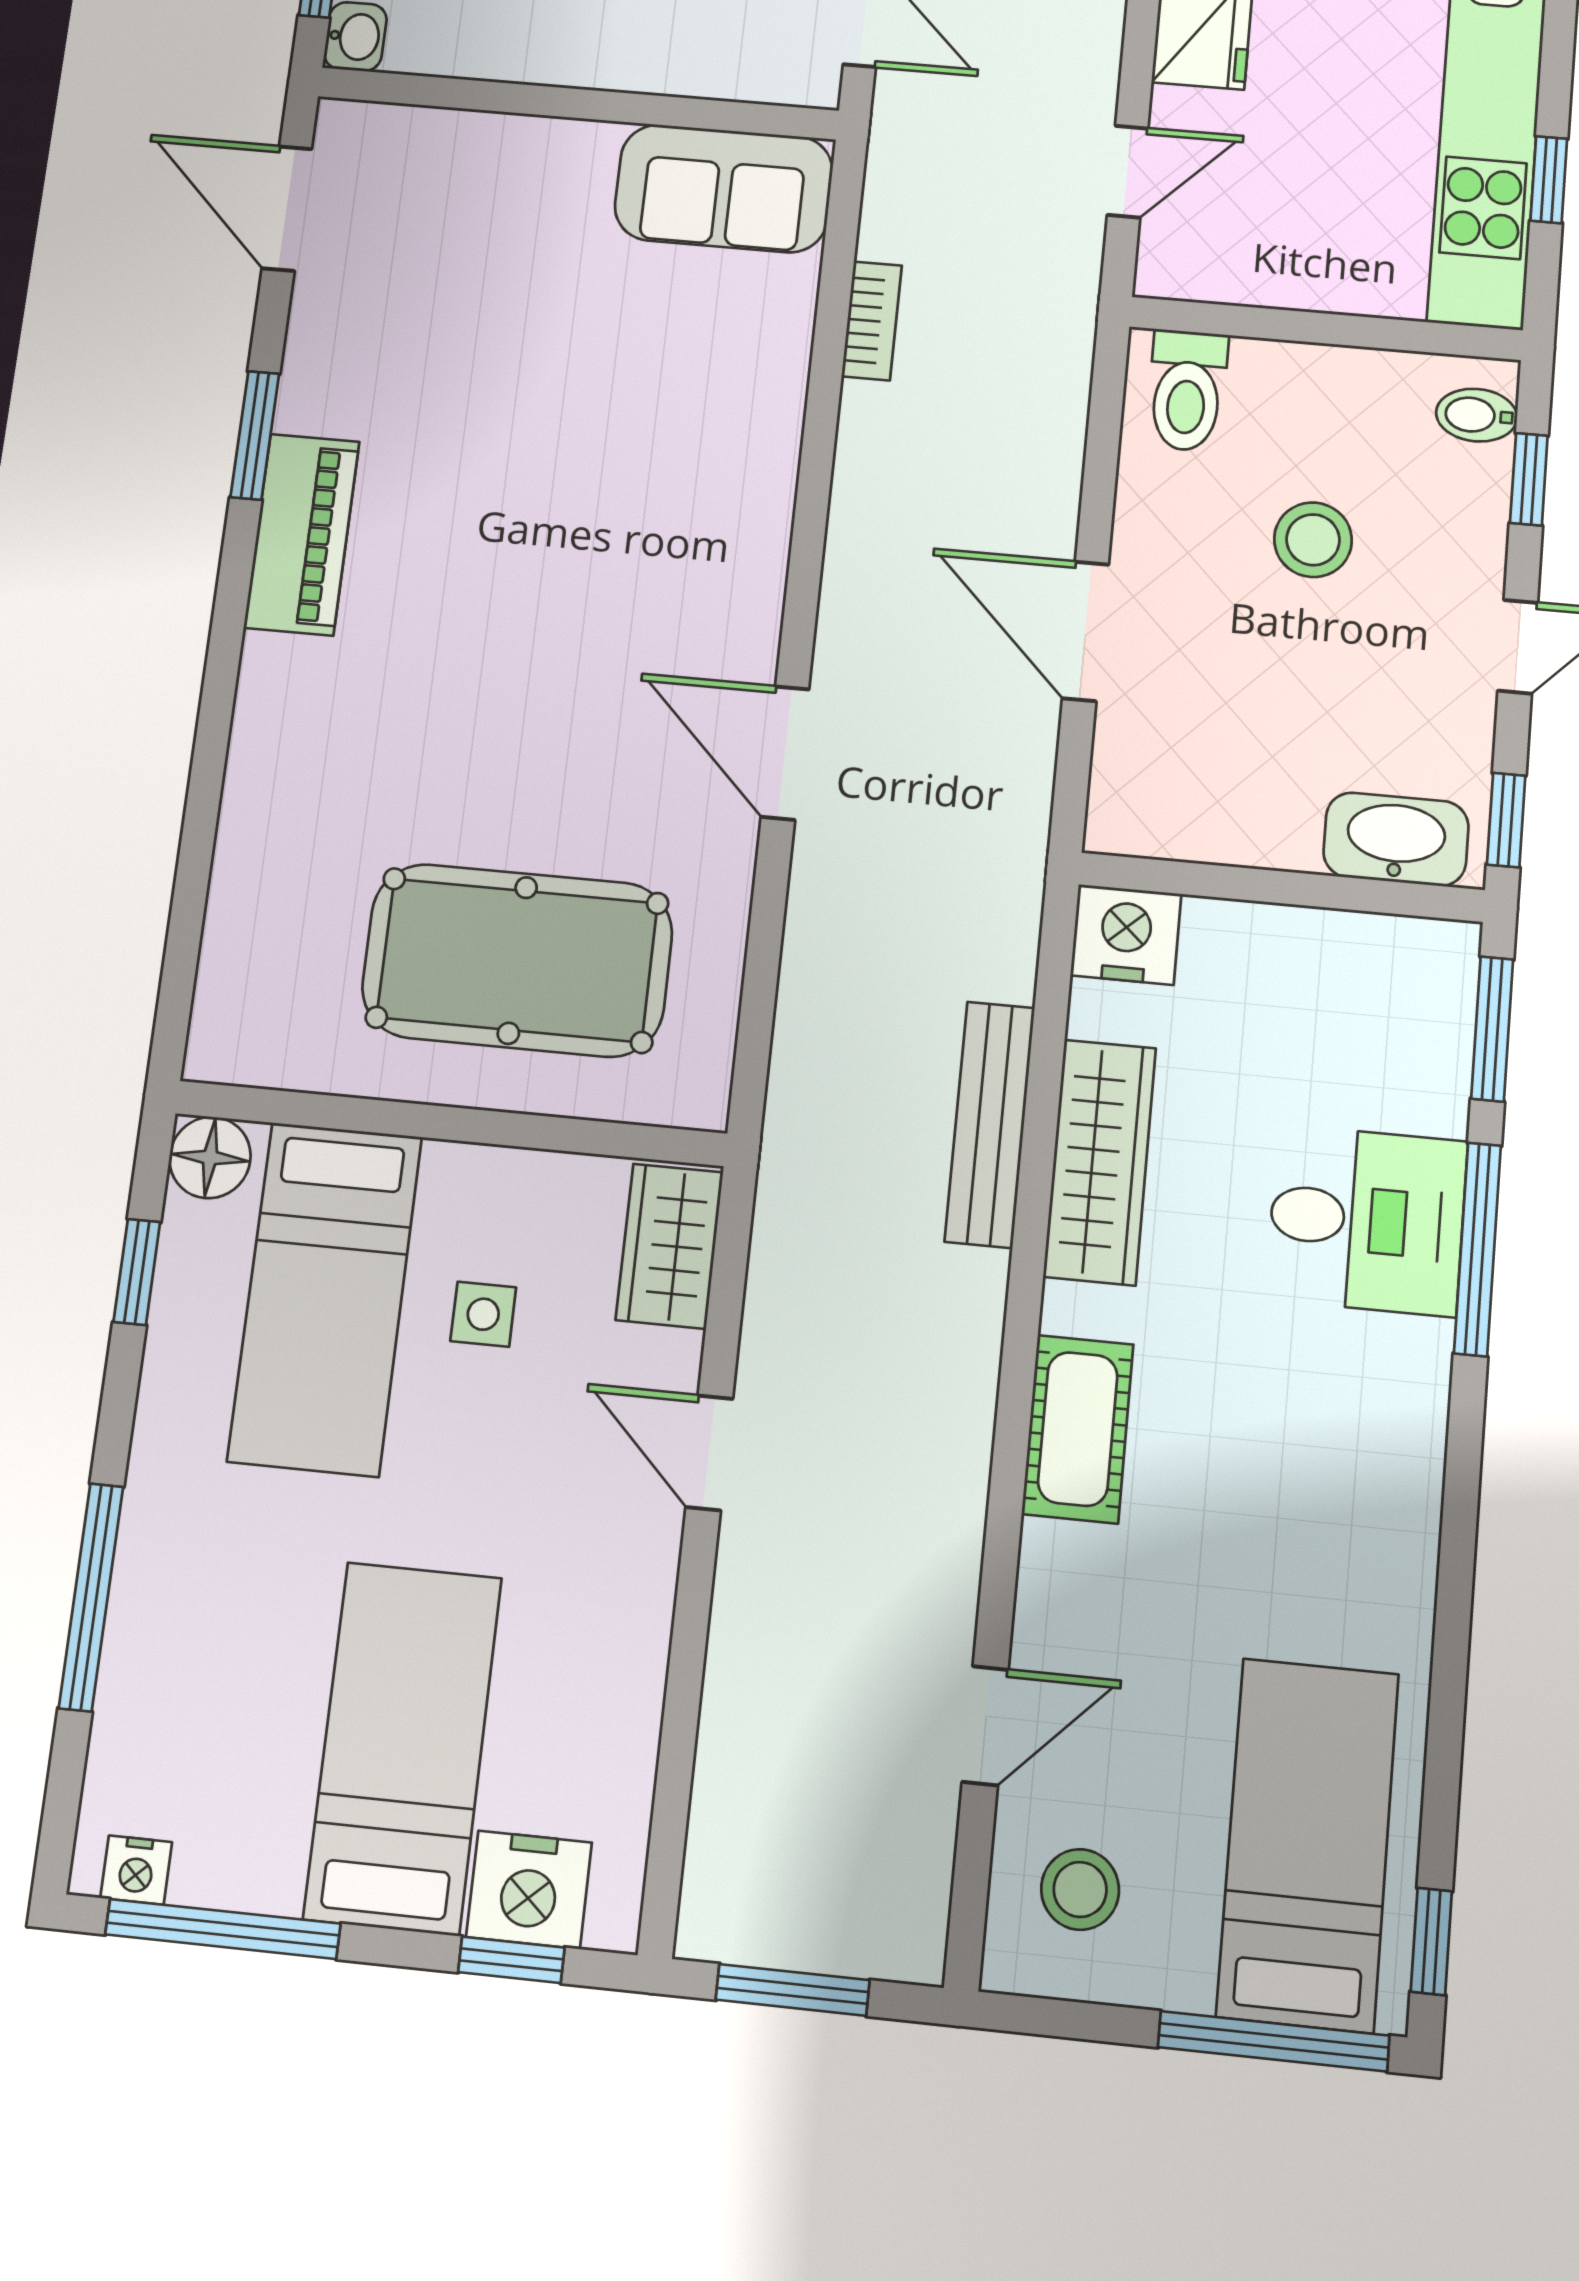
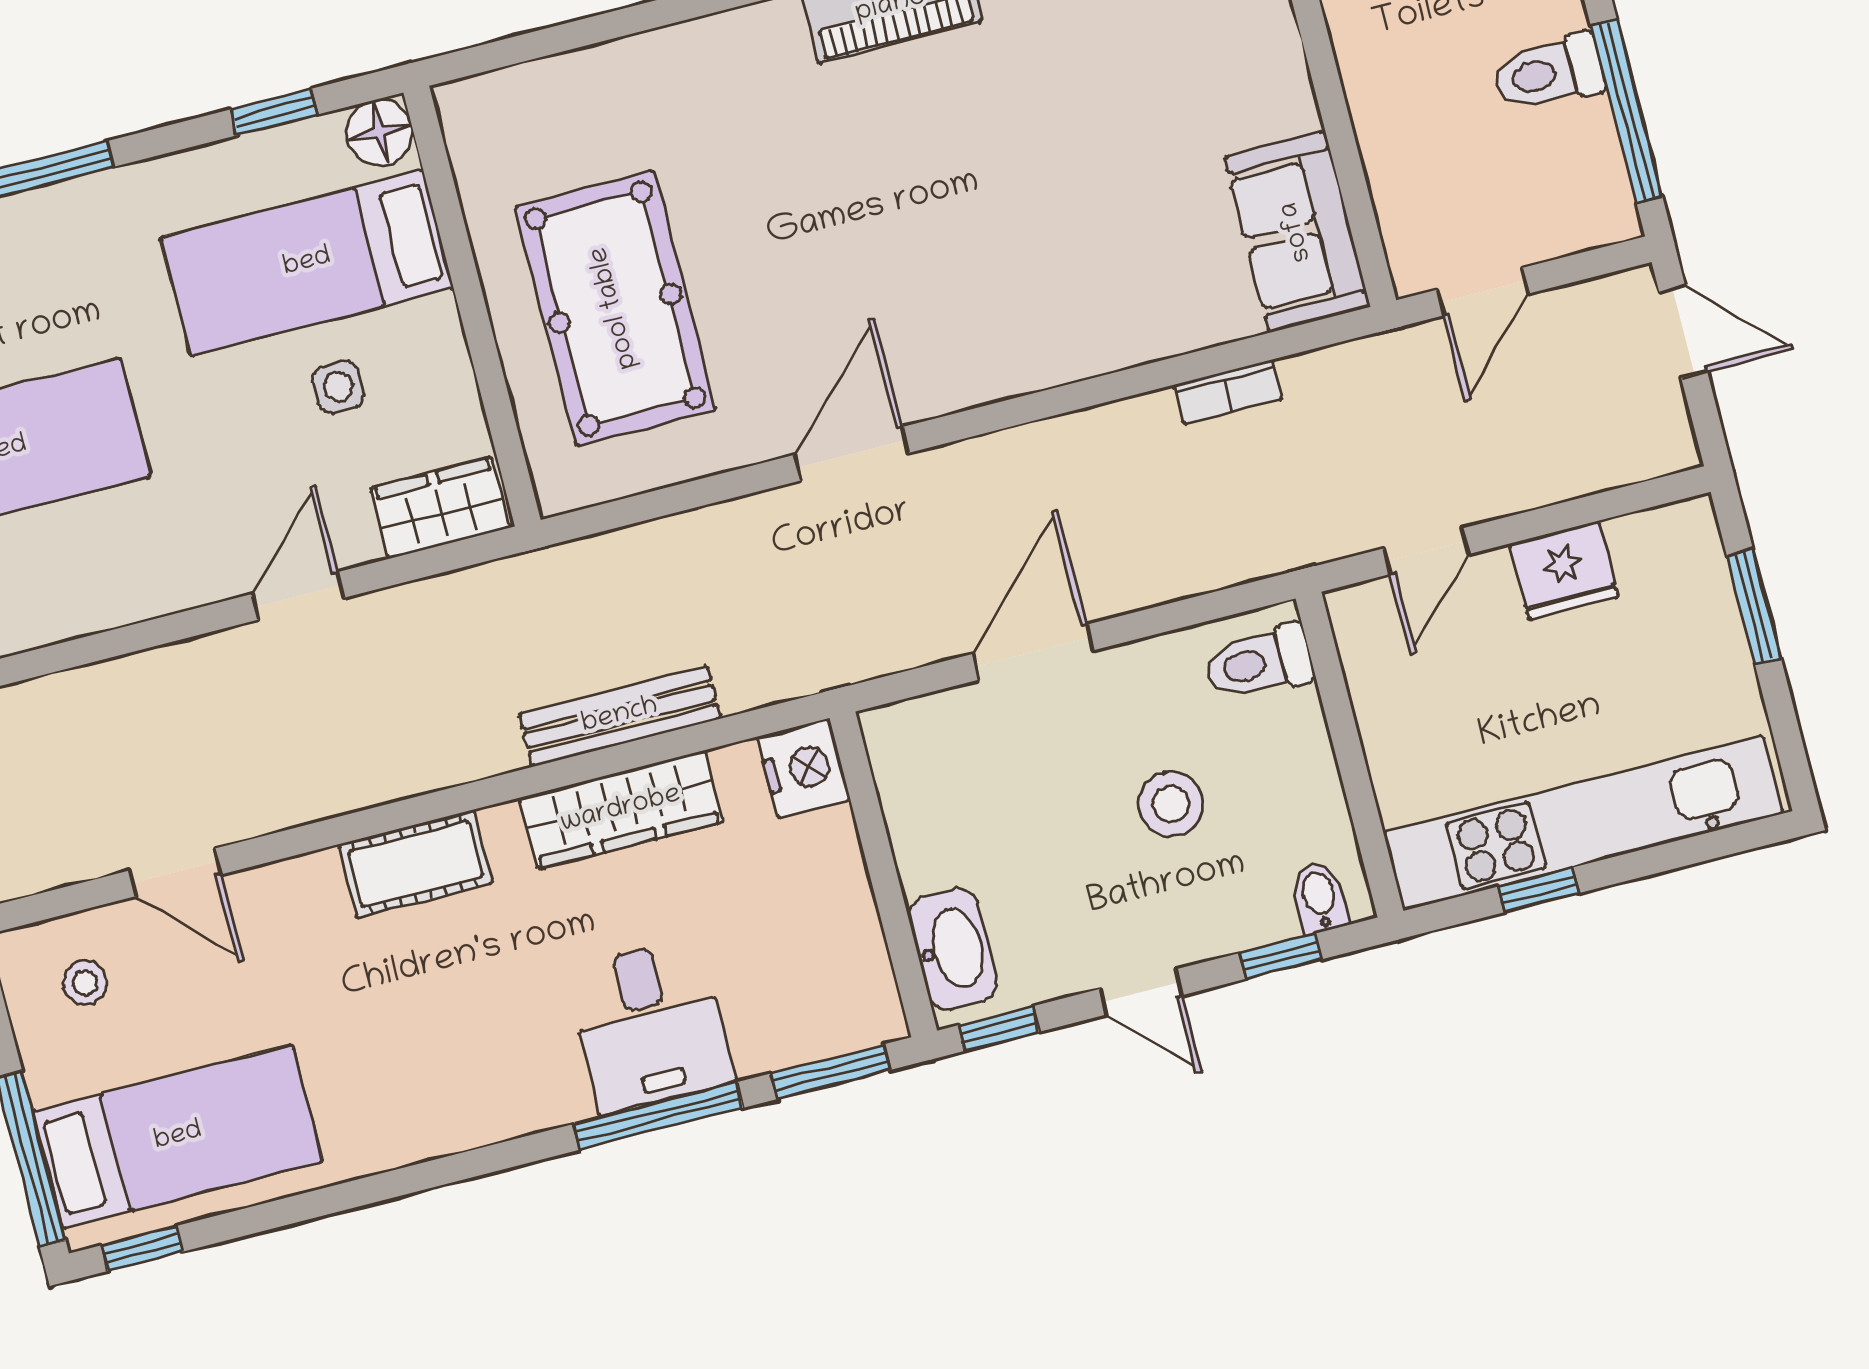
door: (1128, 172) -> (1426, 551), hinge flipped
stool: (1080, 1889) -> (85, 983), width x0.73, depth x0.73

